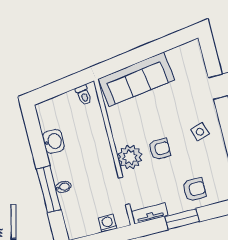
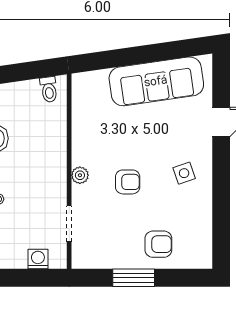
sofa: (136, 79) -> (156, 81), moved
plant: (130, 157) -> (80, 175), width x0.53, depth x0.53
tv unit: (150, 213) -> (94, 260), removed

